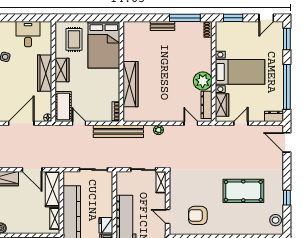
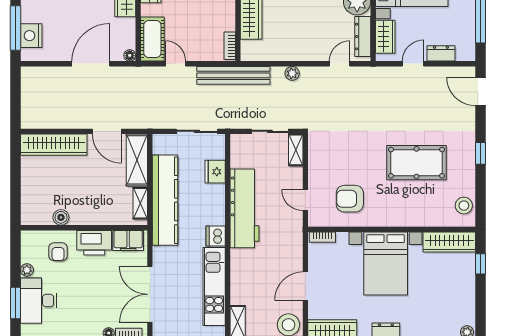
dresser: (274, 116) -> (441, 53), moved
door: (191, 123) -> (340, 64), hinge flipped
window: (287, 198) -> (480, 153), moved
fridge: (106, 225) -> (215, 172), moved

